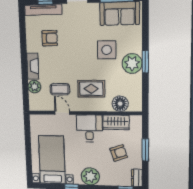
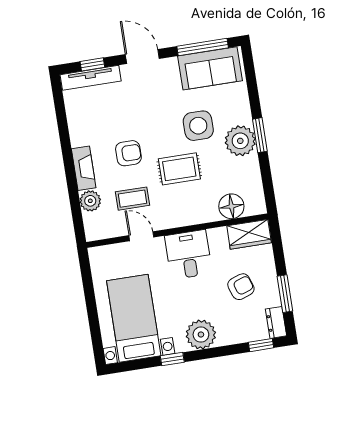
armchair: (50, 38) -> (128, 153), moved
rug: (91, 89) -> (179, 169), moved
wardrobe: (116, 122) -> (249, 234), moved
window: (145, 150) -> (285, 294), moved

